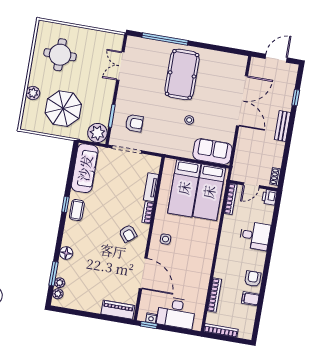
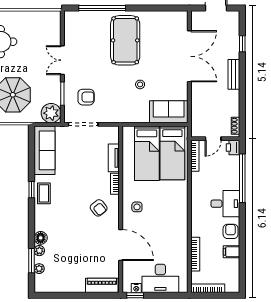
double door: (120, 66) -> (62, 60), moved
window: (273, 229) -> (242, 178), added
desk: (255, 236) -> (225, 204), moved
plant: (58, 294) -> (39, 251), moved

